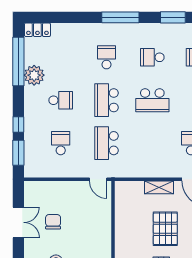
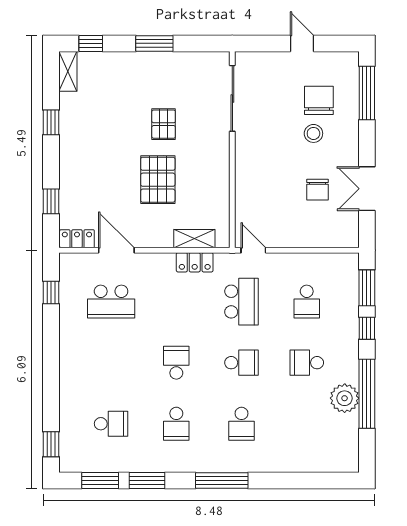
locker: (37, 30) -> (195, 262), moved, turned 180
school desk: (152, 57) -> (176, 424), turned 90
window: (18, 61) -> (367, 394), moved
school desk: (106, 100) -> (241, 363), width x0.54
school desk: (152, 100) -> (176, 363), width x0.54
shelving: (159, 187) -> (194, 239), moved

